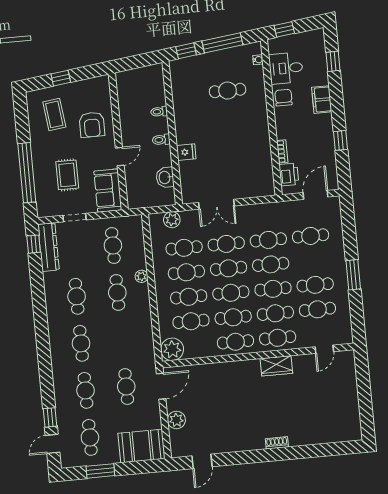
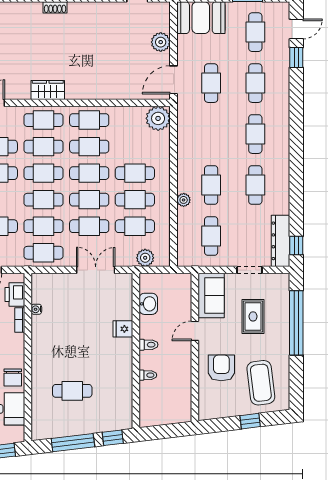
water cooler: (258, 60) -> (36, 309), moved
coffee table: (54, 114) -> (261, 383), width x1.36, depth x1.32
cafe table: (191, 321) -> (44, 253), moved

